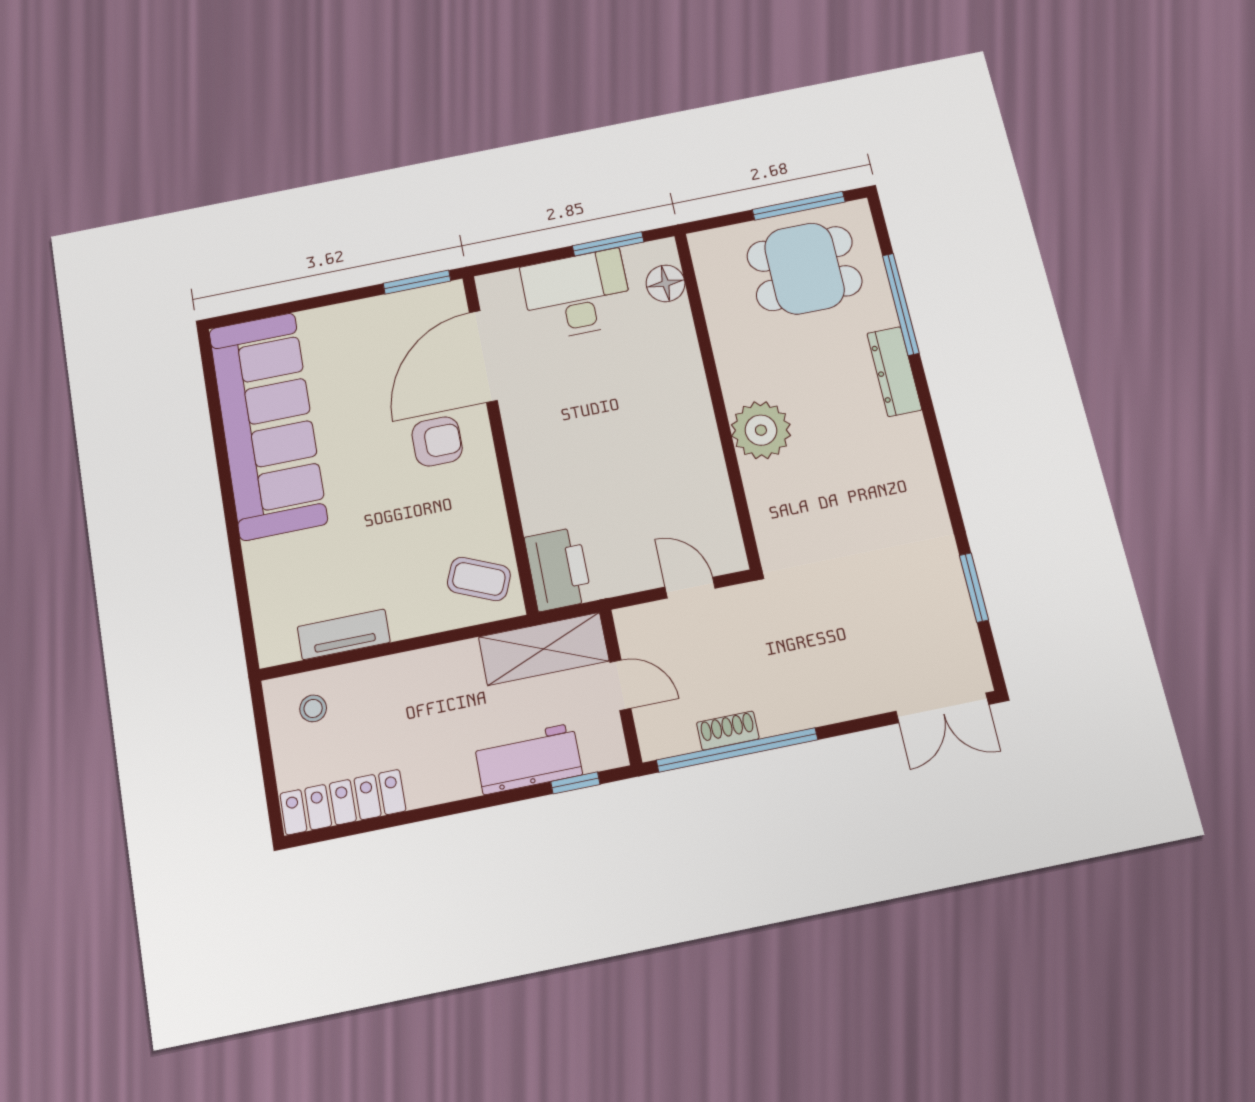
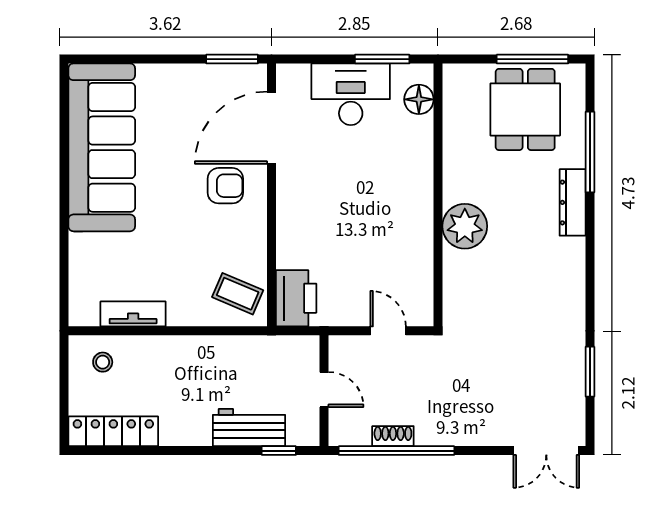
dining table: (804, 268) -> (525, 109), turned 90
shelving: (544, 649) -> (275, 353), removed

